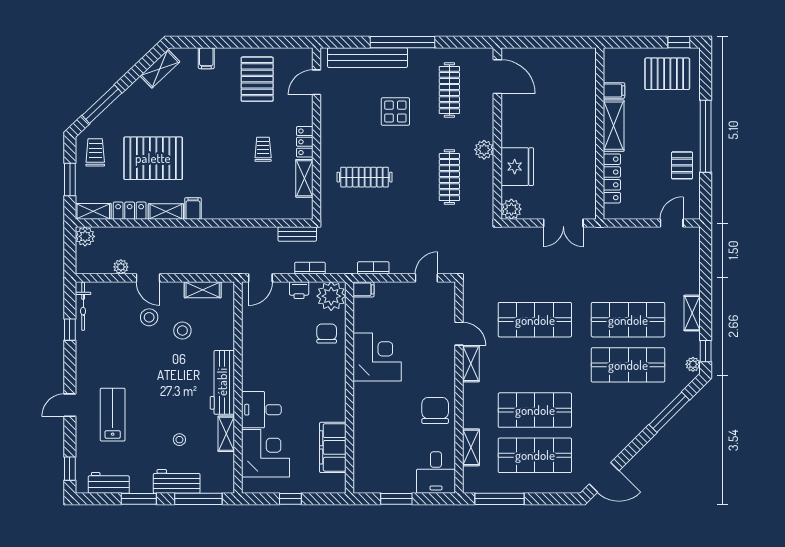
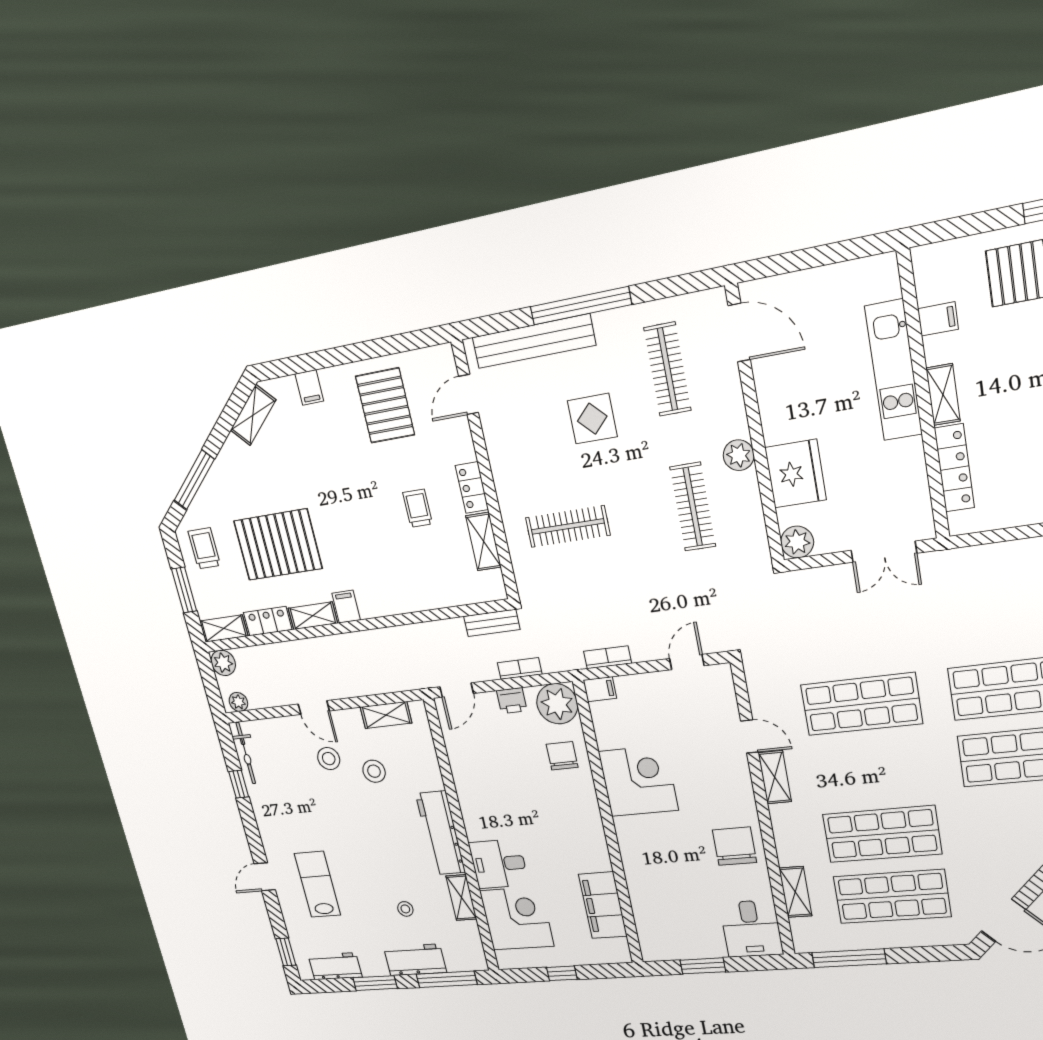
kitchen unit: (585, 115) -> (894, 370), added
shelving: (614, 126) -> (943, 395), width x0.67, depth x0.75
plant: (121, 267) -> (238, 702), moved

